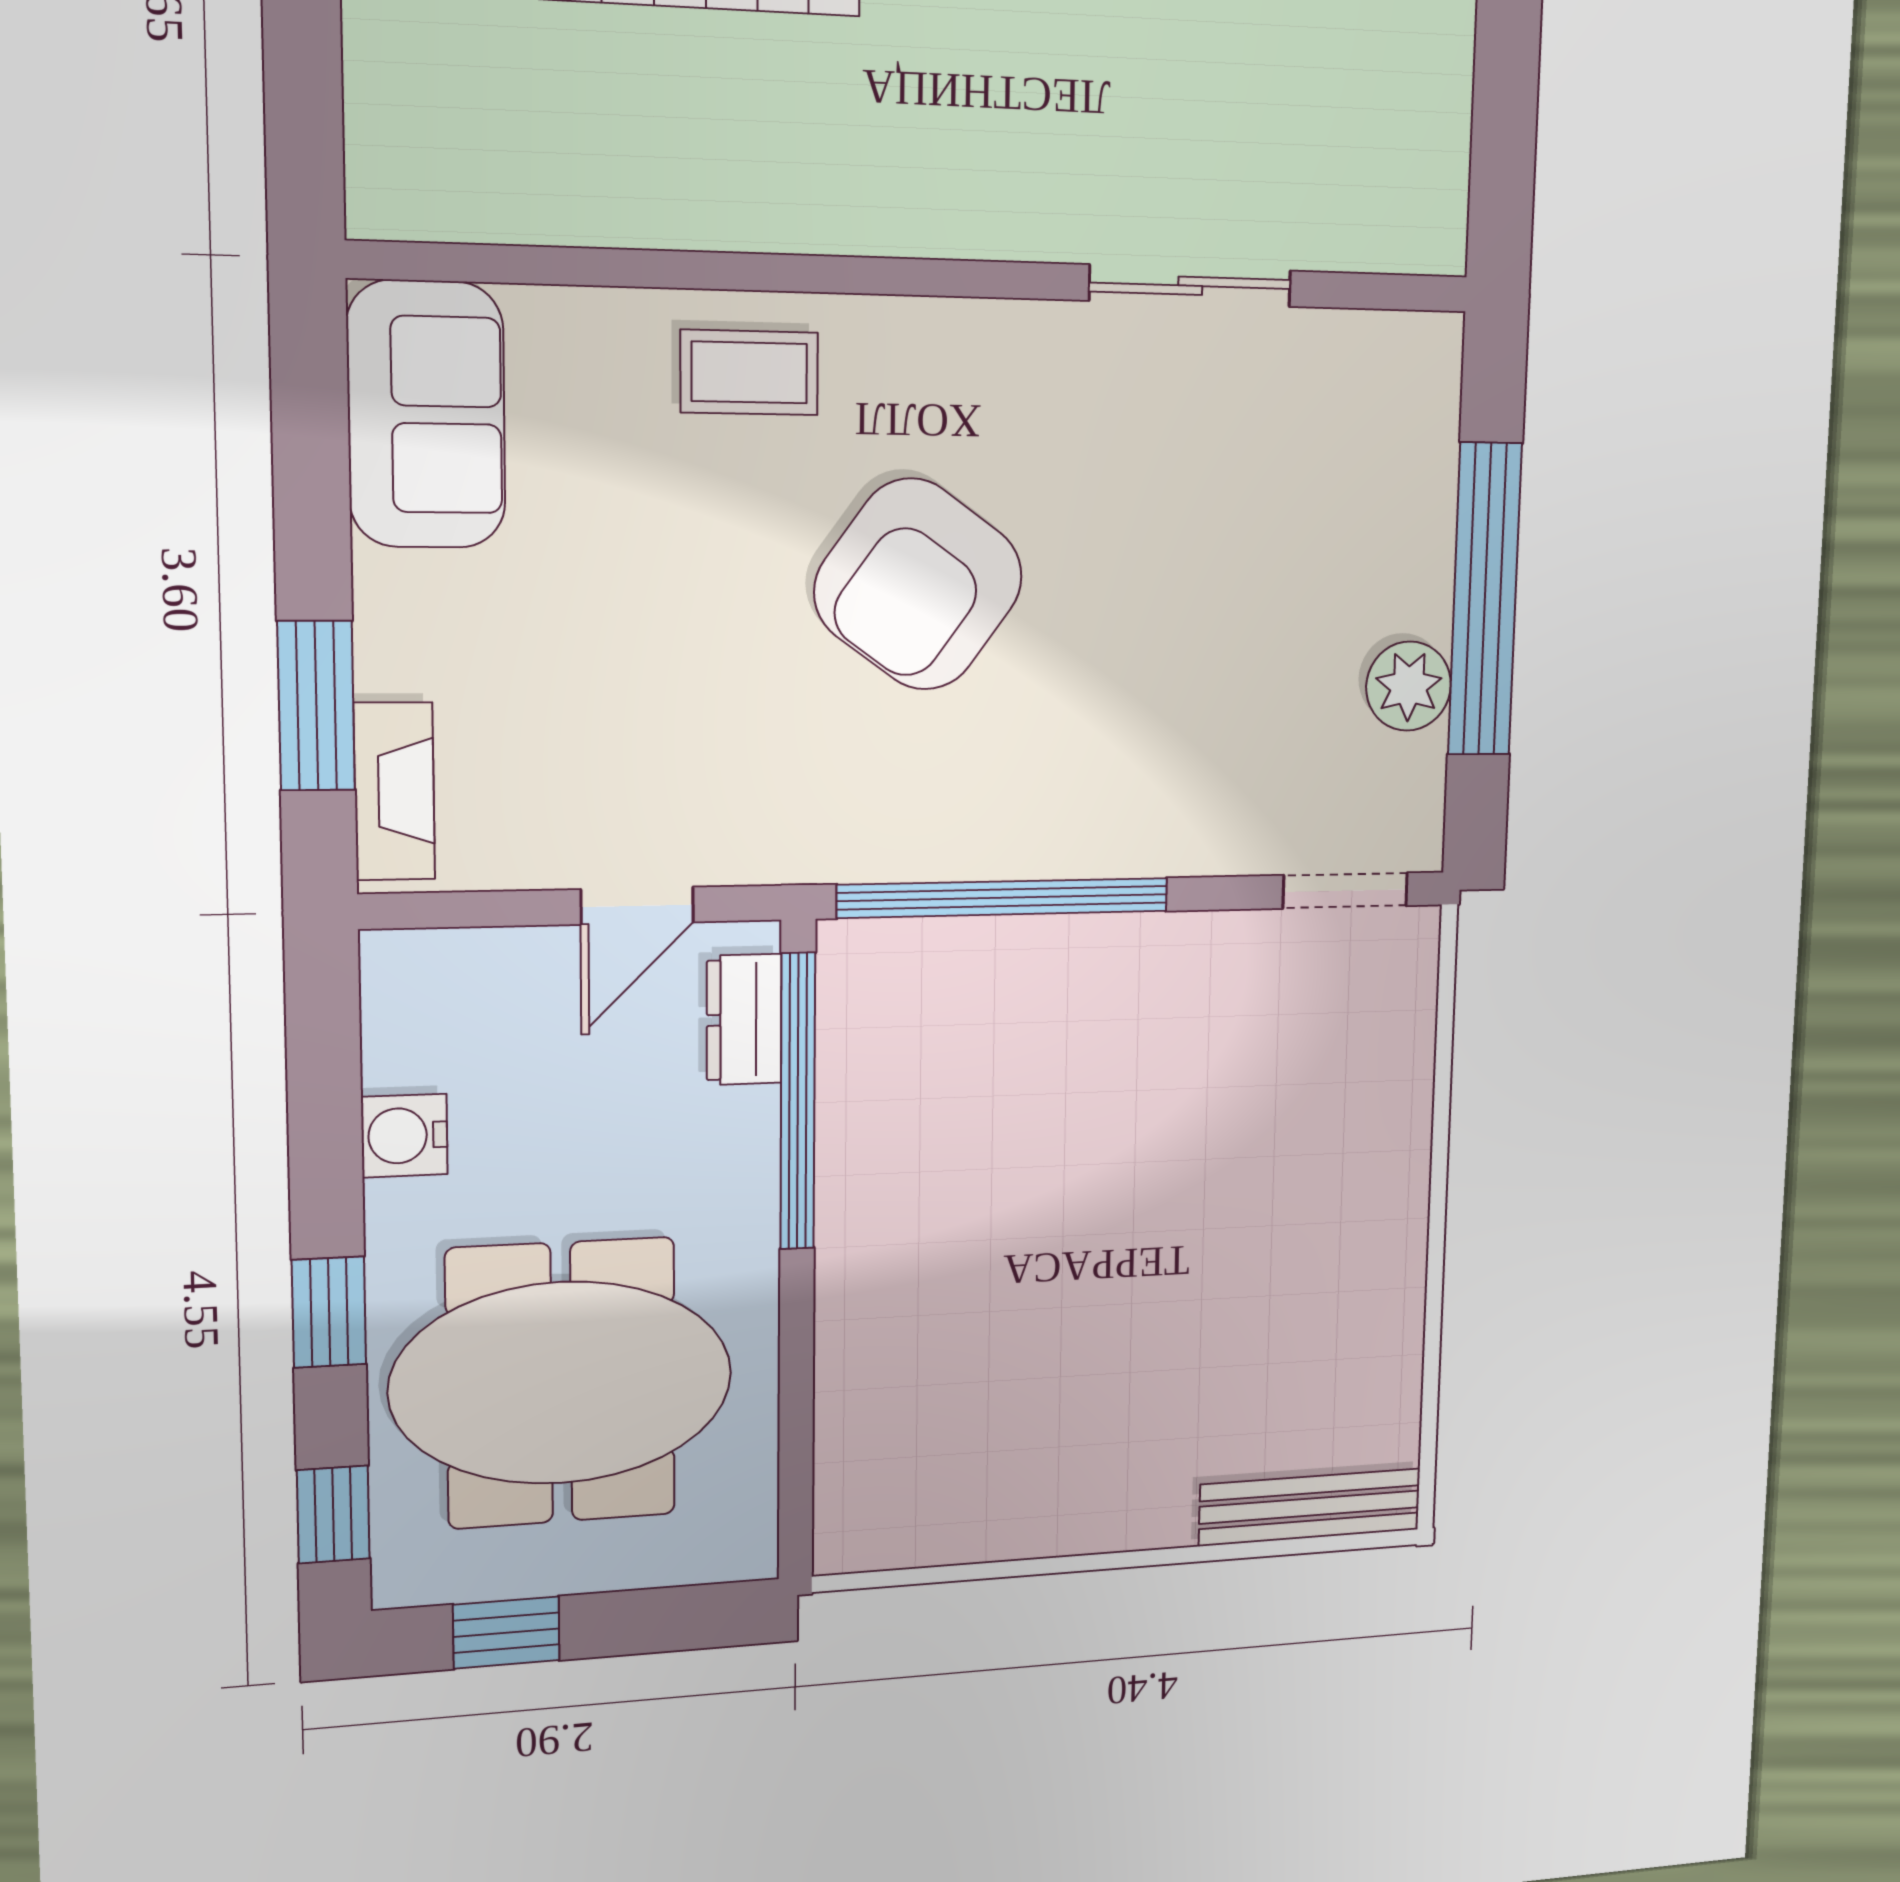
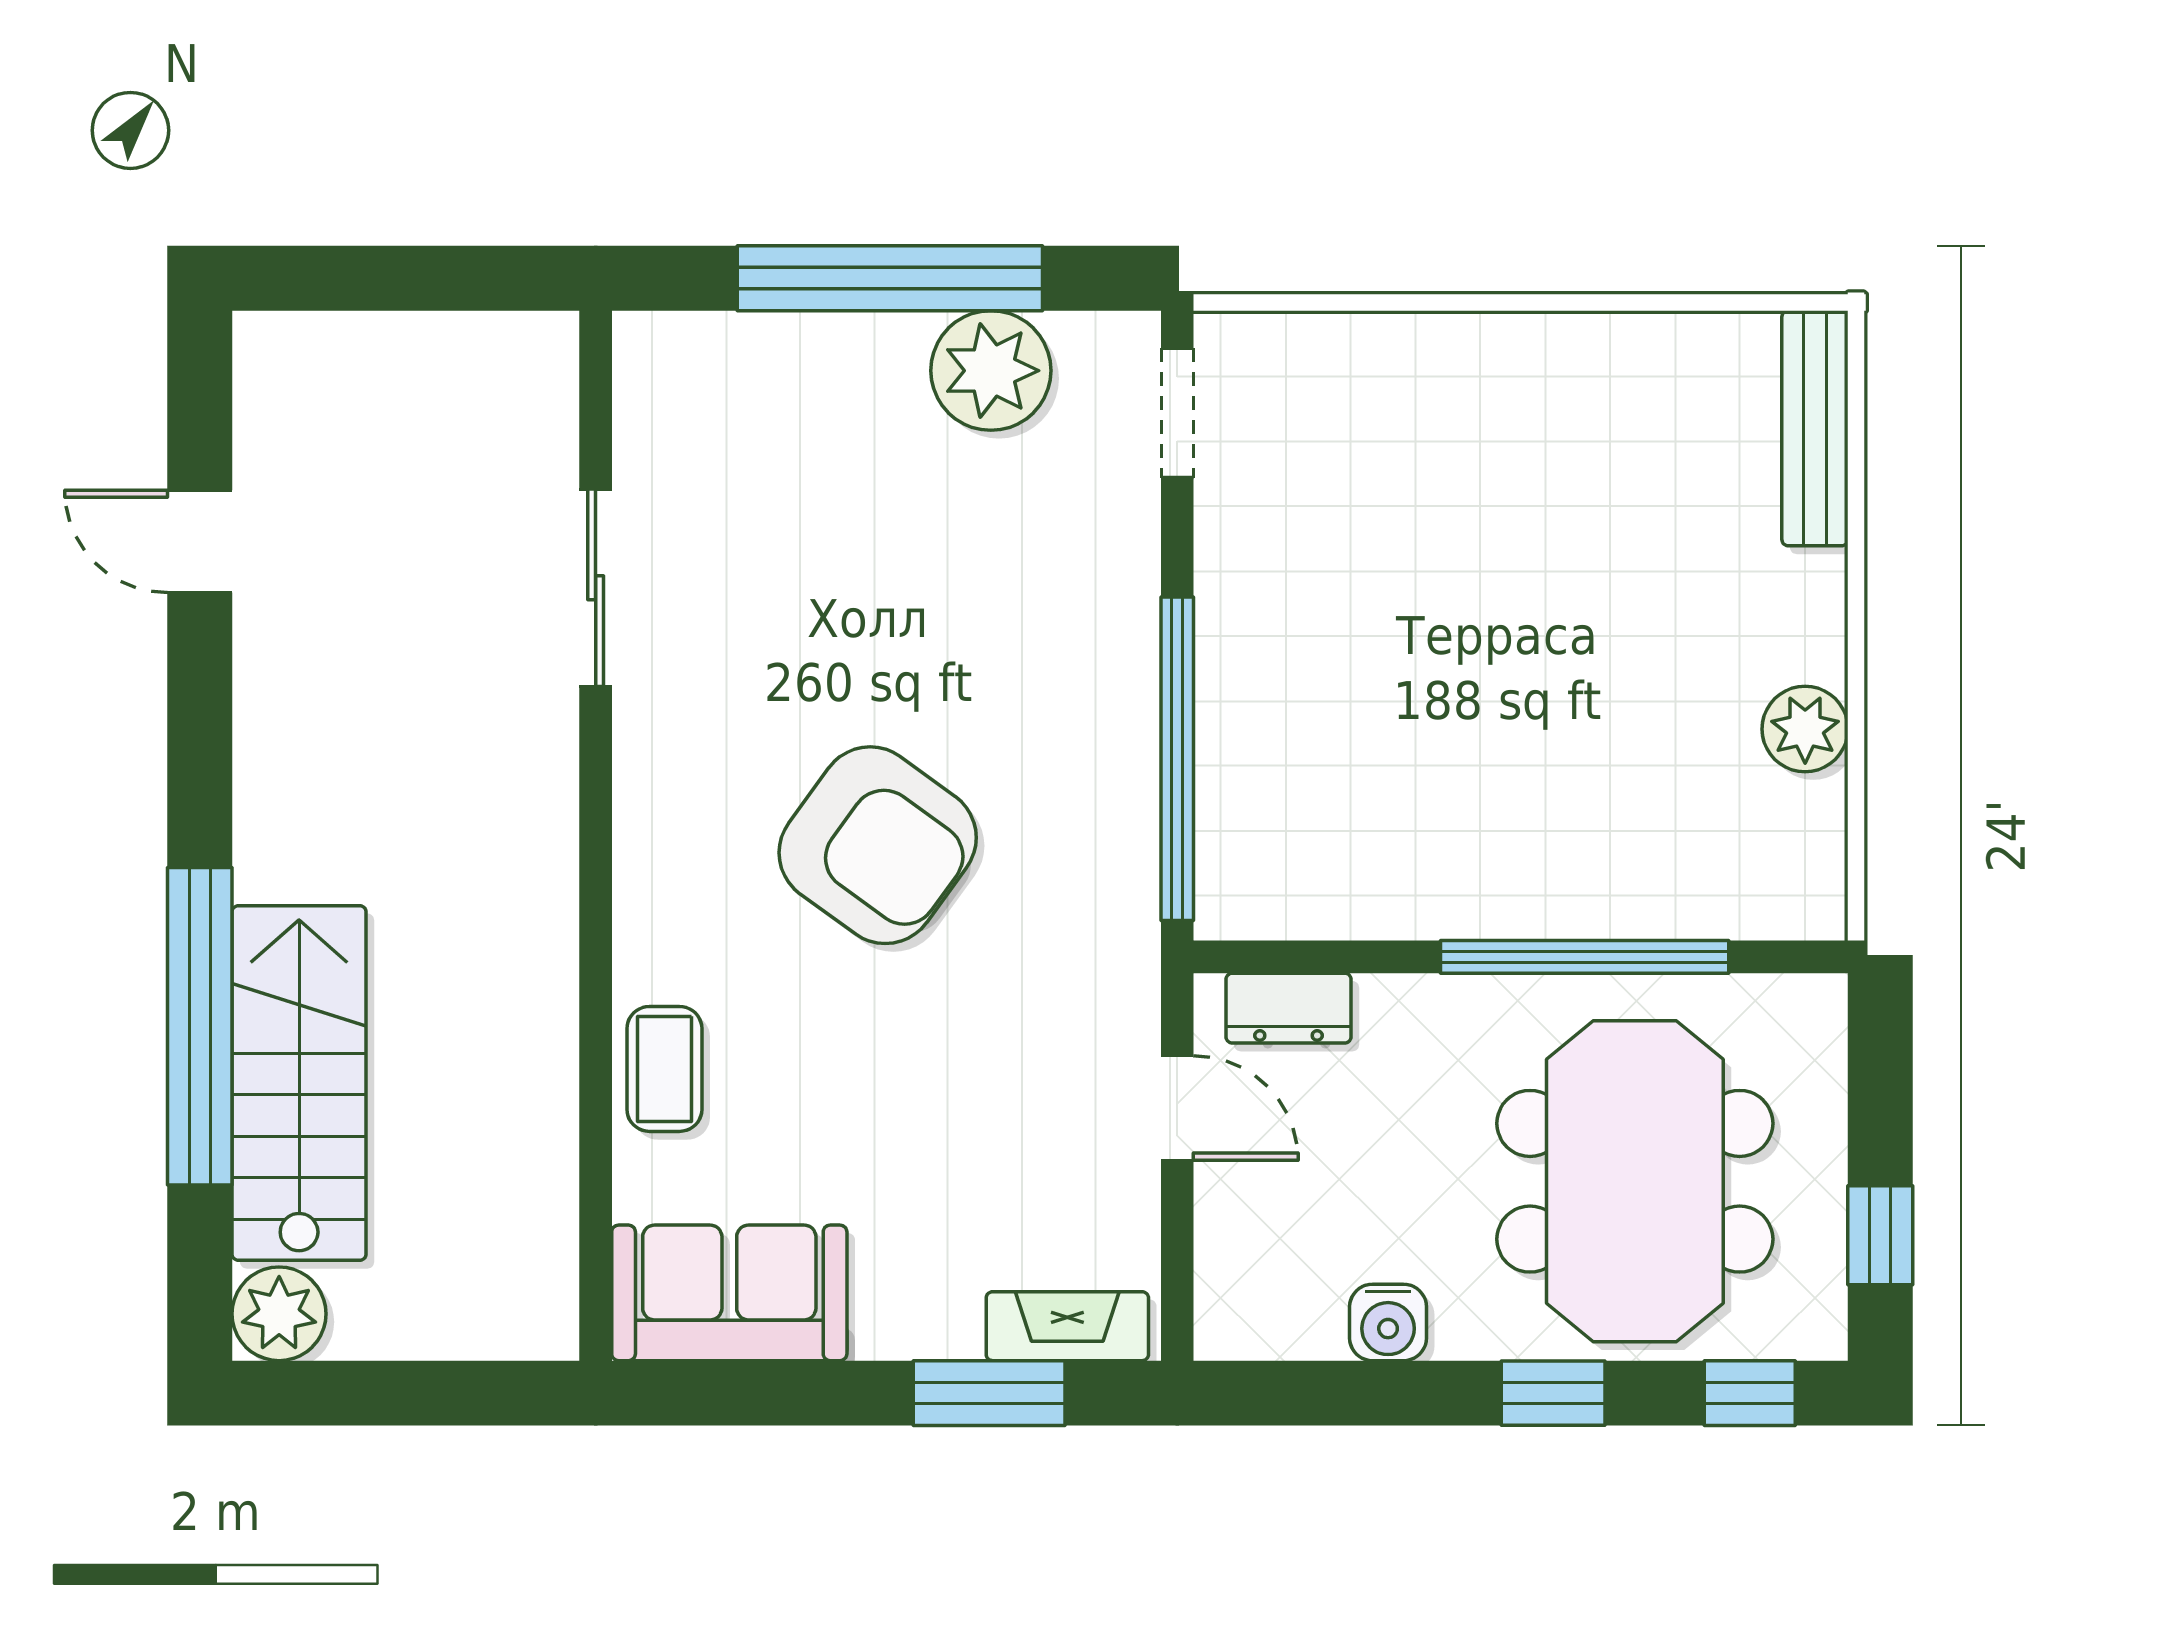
coffee table: (749, 372) -> (664, 1069), moved
plant: (1409, 686) -> (991, 371), width x1.36, depth x1.36
window: (798, 1102) -> (1585, 957), moved
plant: (1023, 1519) -> (1805, 729), added

